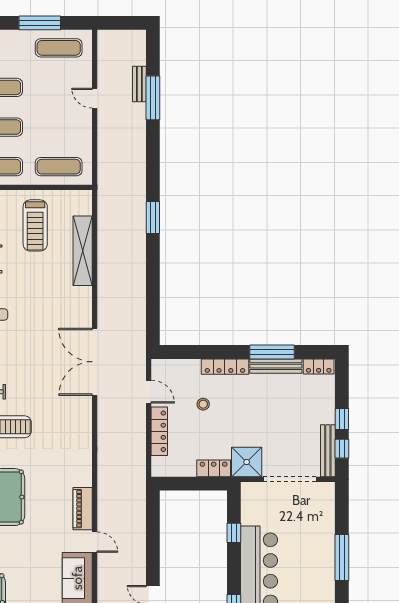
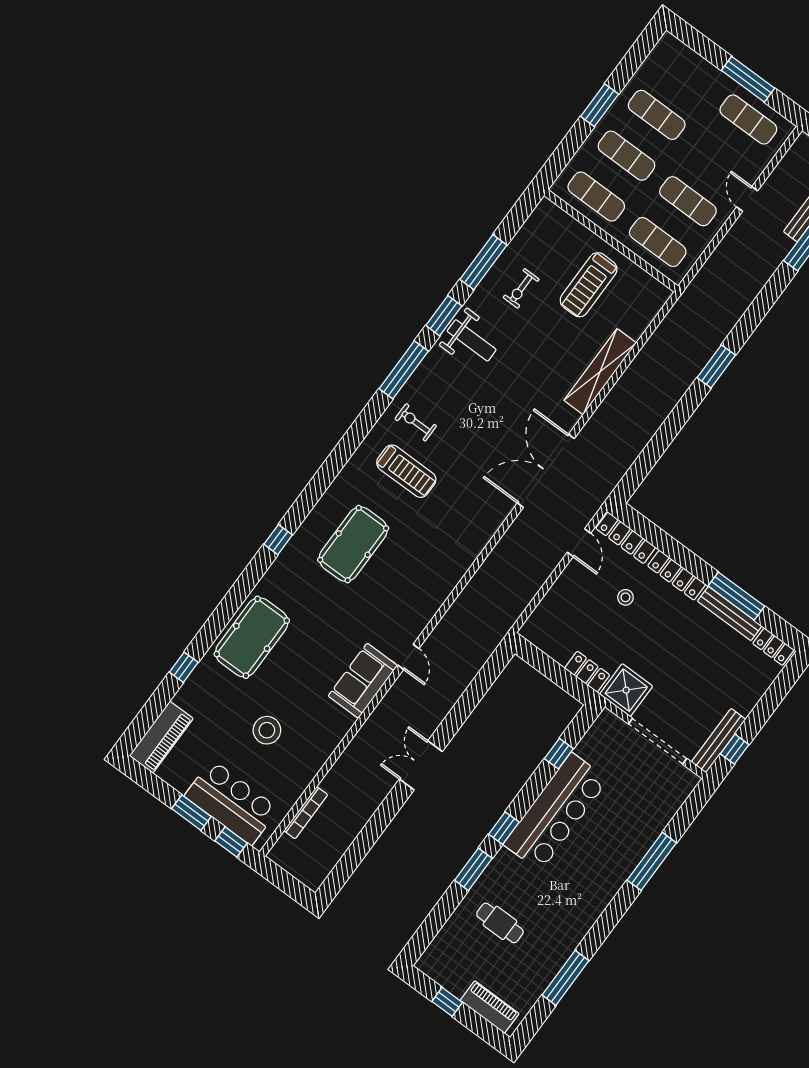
exercise mat: (59, 127) -> (688, 201), added
shelving: (83, 251) -> (600, 372), moved
window: (342, 419) -> (757, 719), removed
locker: (159, 431) -> (626, 538), moved, turned 90
piano: (83, 509) -> (421, 613), removed

